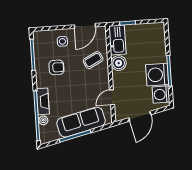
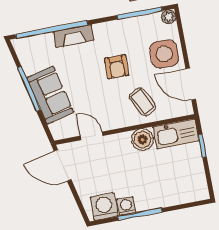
side table: (62, 41) -> (164, 54), width x1.87, depth x1.87
armchair: (56, 67) -> (117, 67), moved
washing machine: (157, 75) -> (126, 206), width x0.53, depth x0.53
door: (140, 116) -> (63, 165), moved
plant: (43, 120) -> (169, 17), moved
sofa: (81, 122) -> (50, 95), width x0.73

